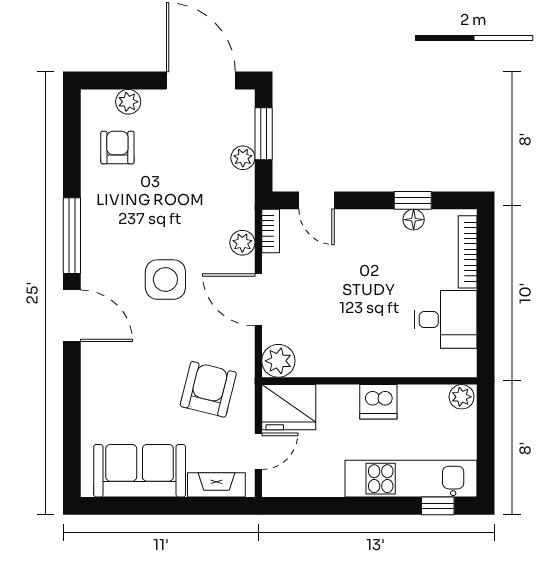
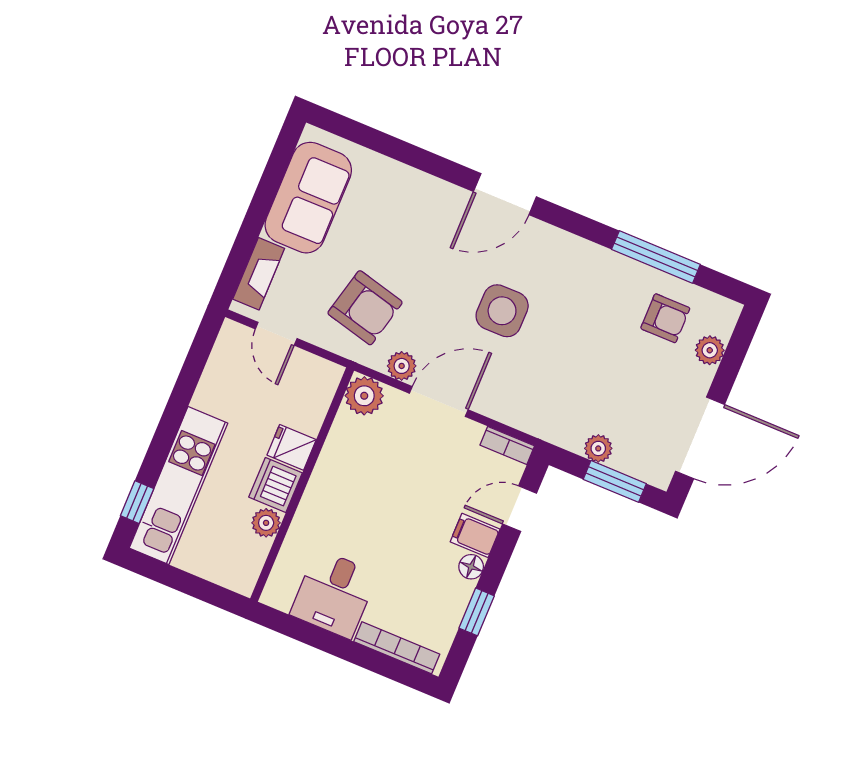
floor lamp: (414, 220) -> (471, 567), moved
filing cabinet: (353, 227) -> (475, 535), added
window: (72, 236) -> (656, 257), moved
plant: (242, 243) -> (402, 366), moved
plant: (462, 397) -> (266, 523), moved
fridge: (289, 407) -> (292, 447), moved, width x0.53, depth x0.75

